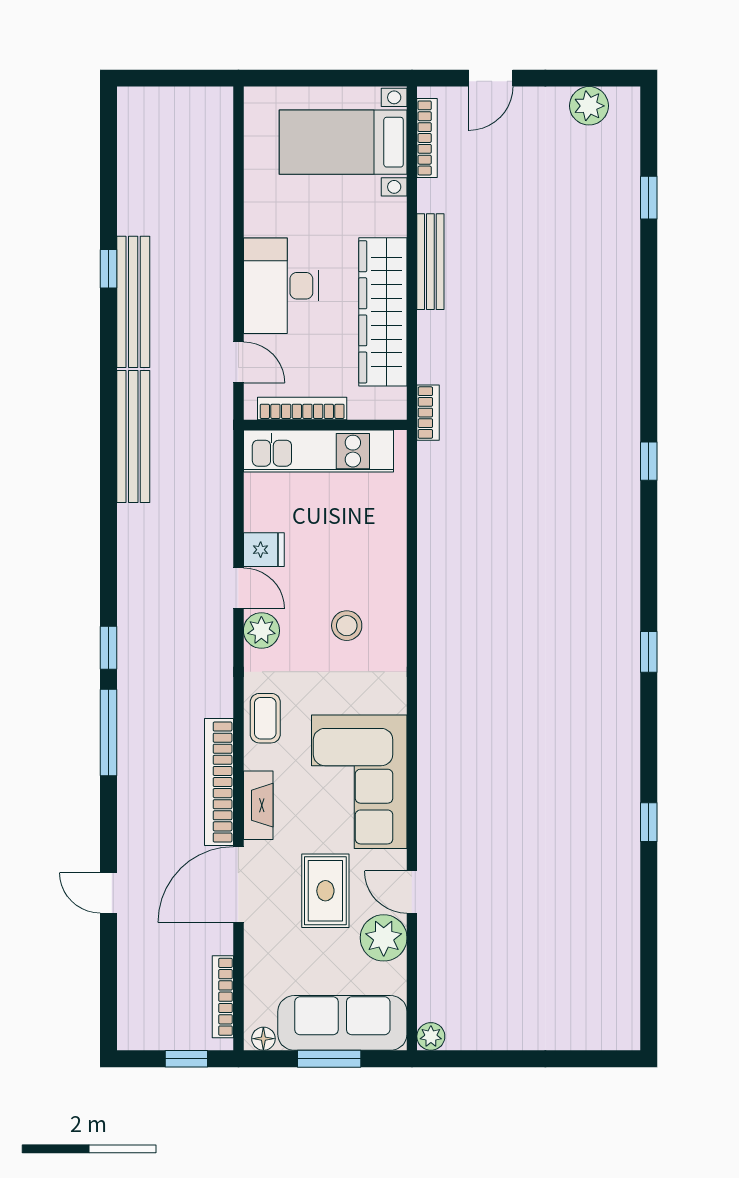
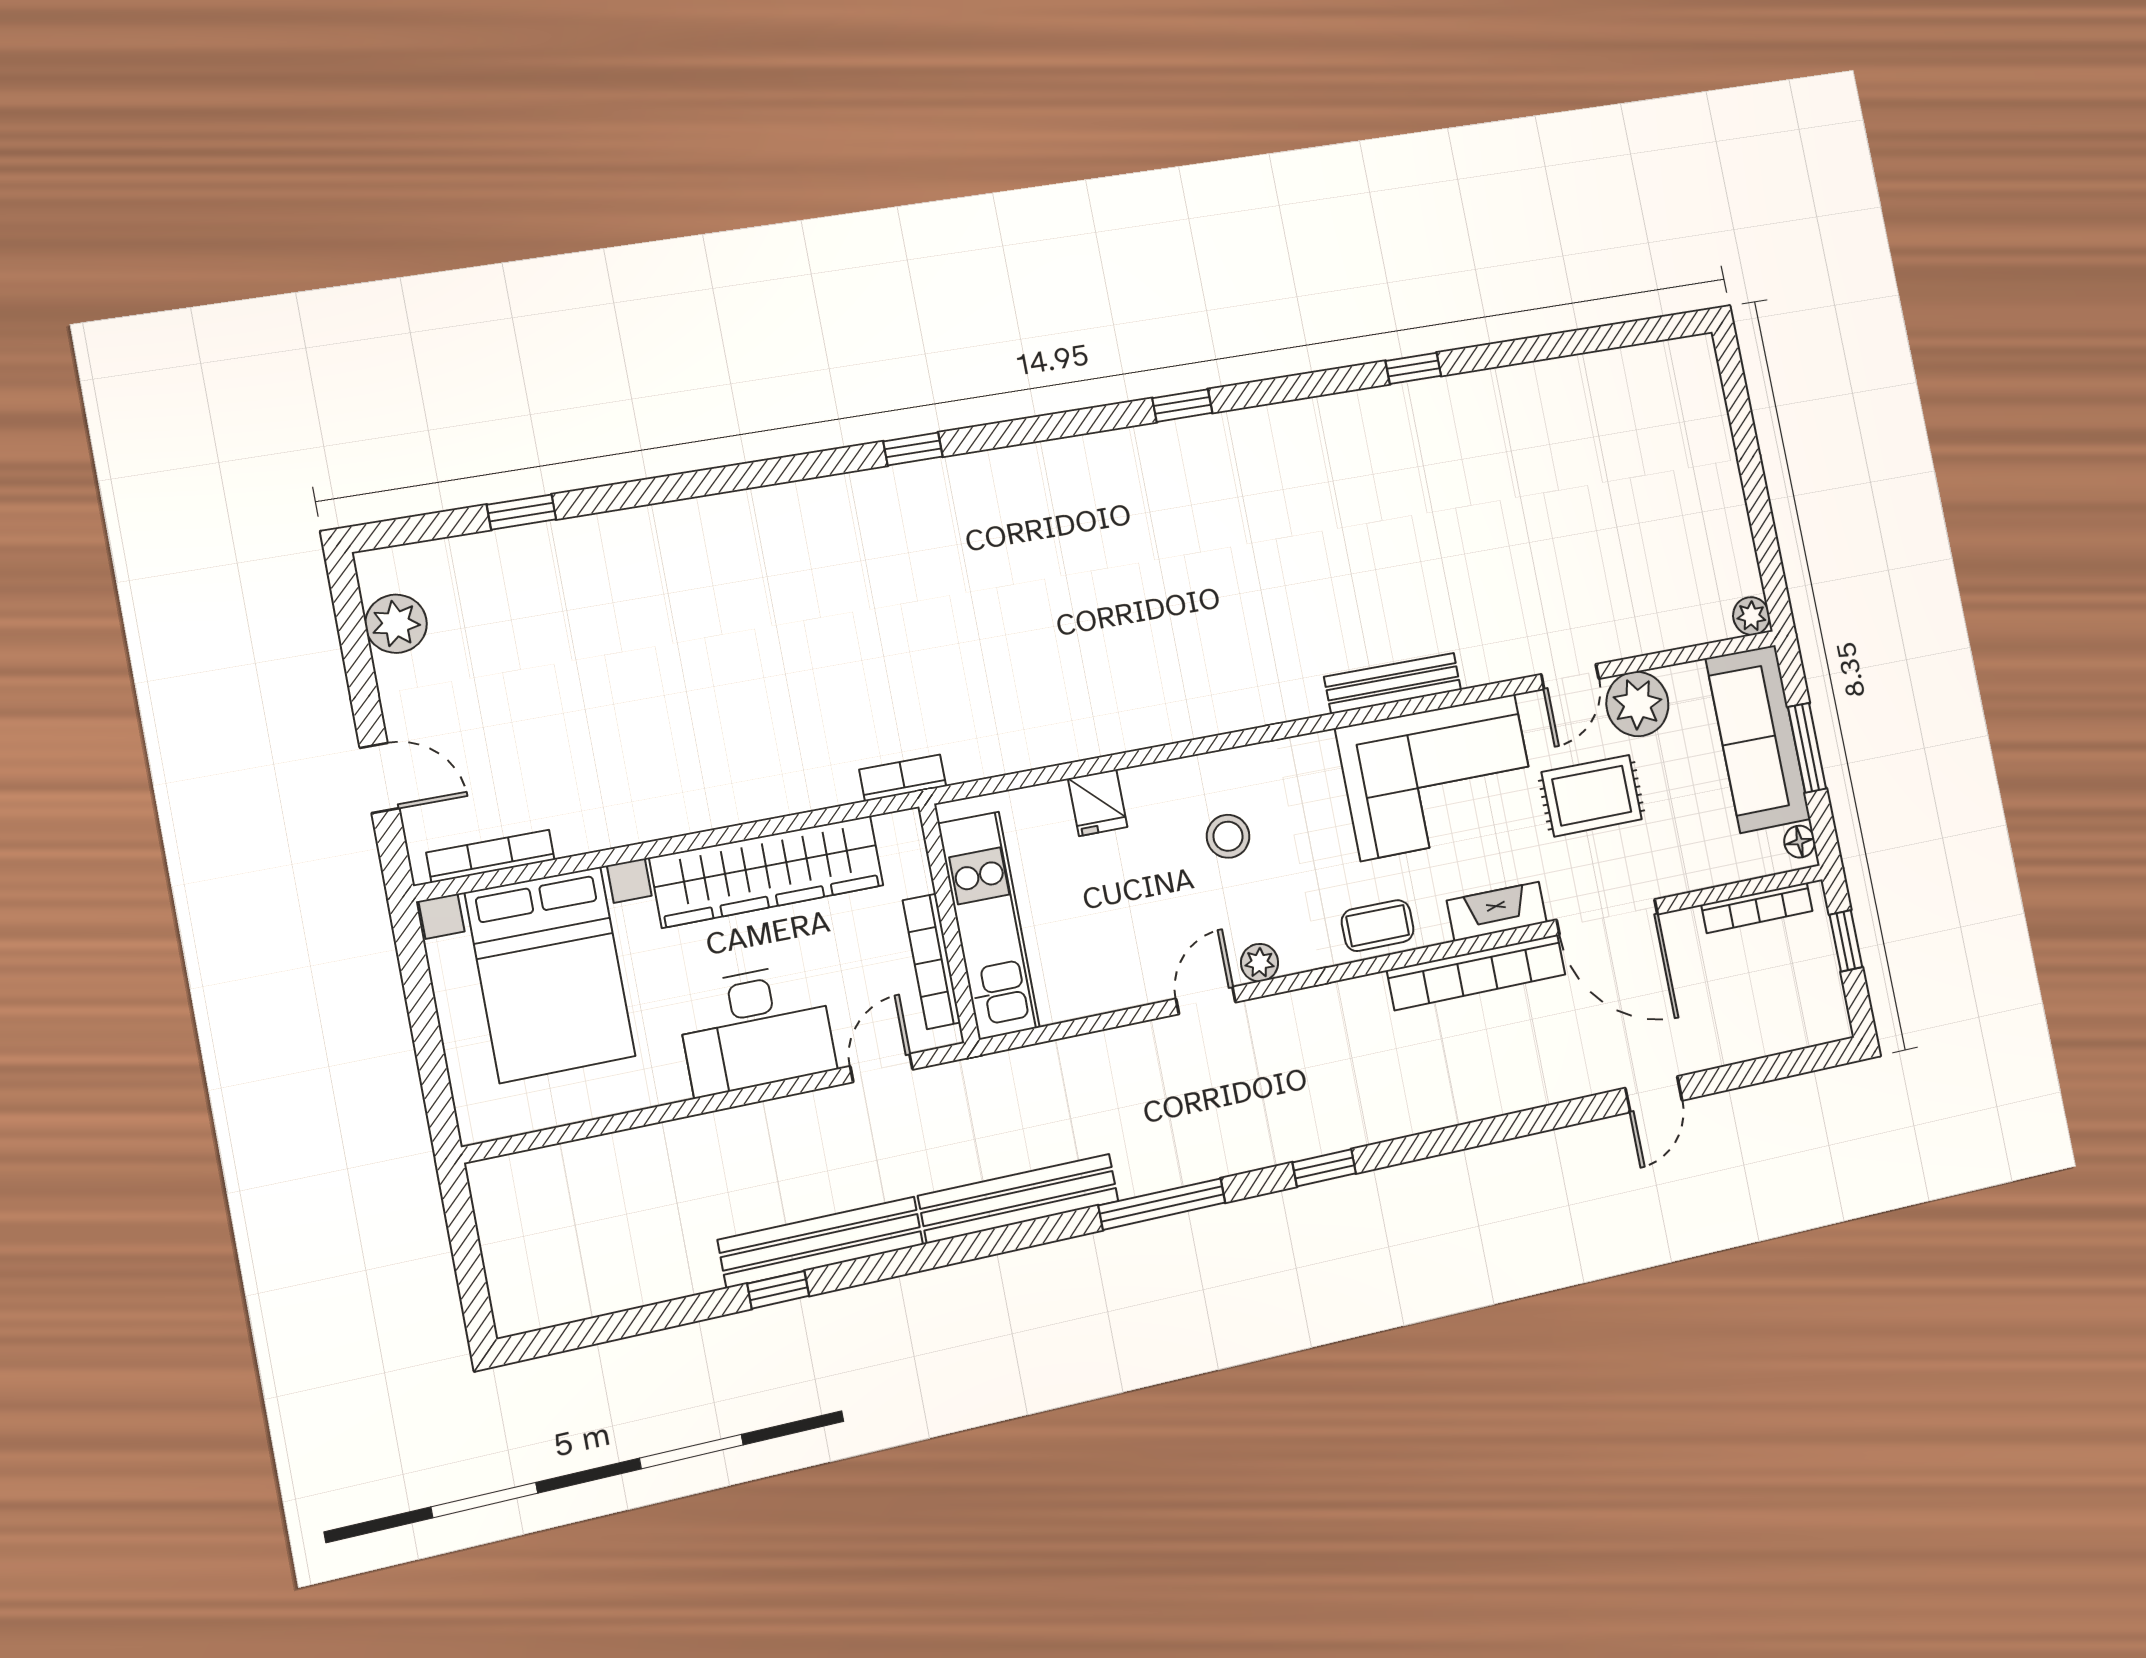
bed with nightstands: (343, 142) -> (550, 974), width x1.36
bench: (430, 262) -> (1393, 683), moved
fridge: (264, 550) -> (1098, 803), moved, turned 180
plant: (261, 631) -> (1260, 963), width x0.73, depth x0.73
window: (108, 733) -> (1162, 1204), moved

